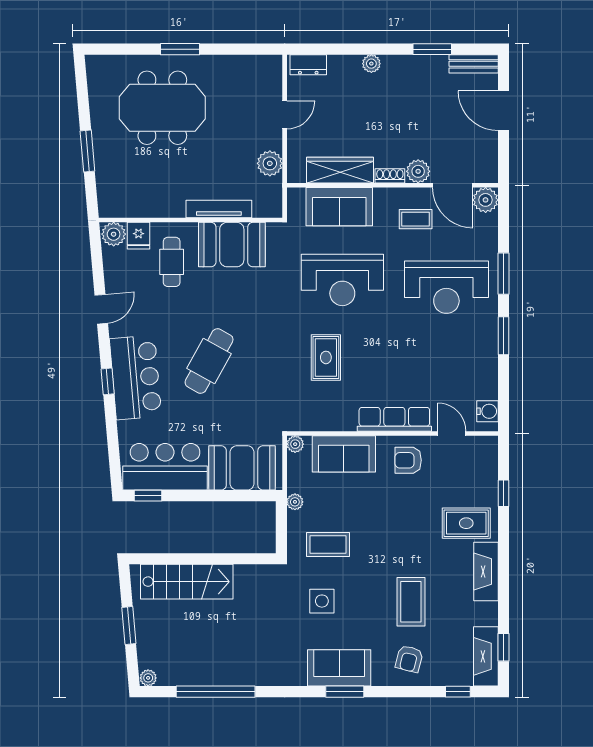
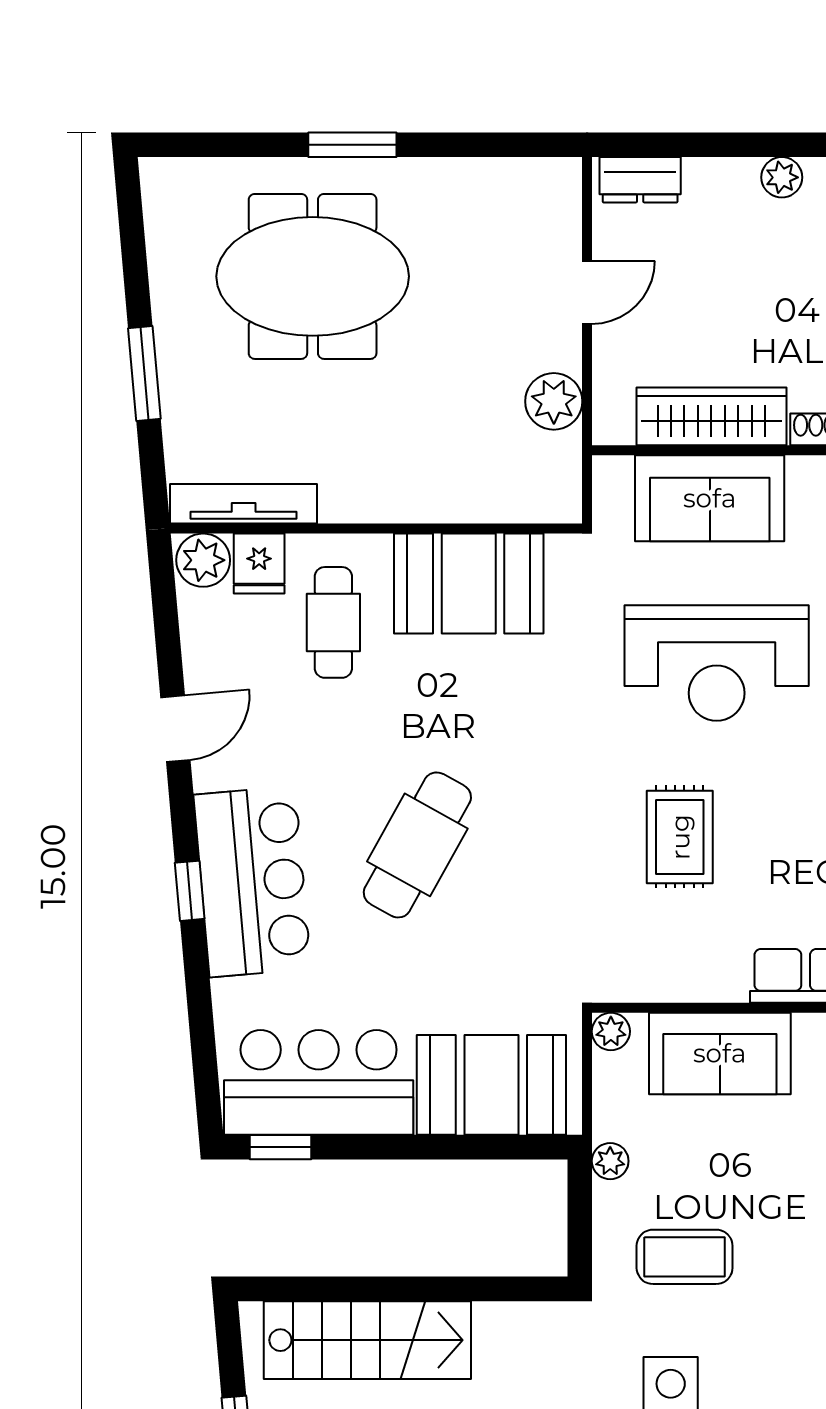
tv unit: (219, 209) -> (244, 504), moved

